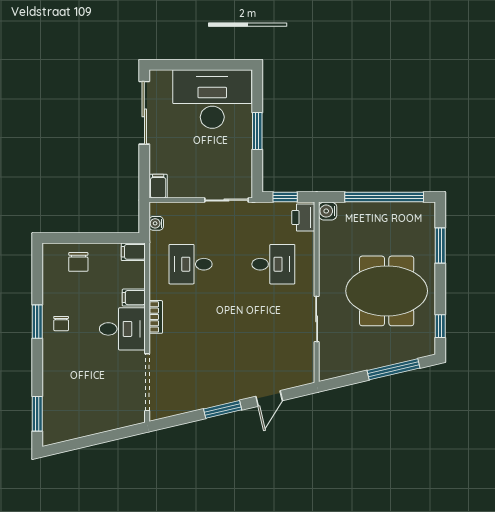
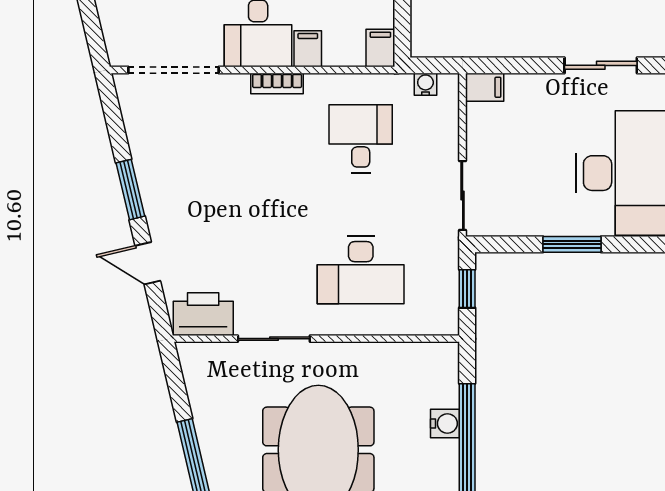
sliding door: (144, 113) -> (601, 65), width x0.73
water cooler: (328, 211) -> (445, 423), moved, turned 90
printer: (303, 218) -> (203, 314), moved, width x1.37, depth x1.19
desk: (273, 264) -> (361, 270), width x1.37

